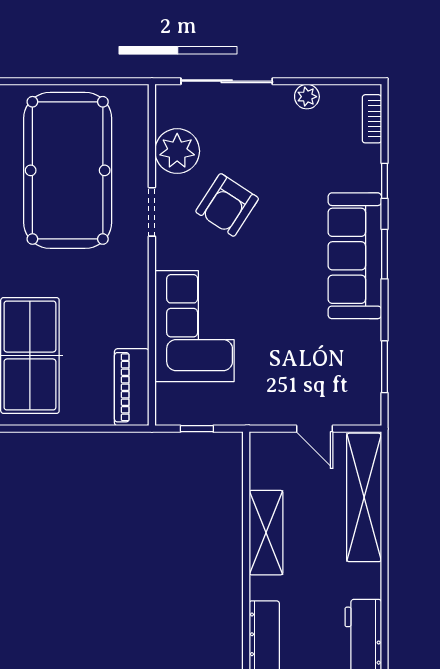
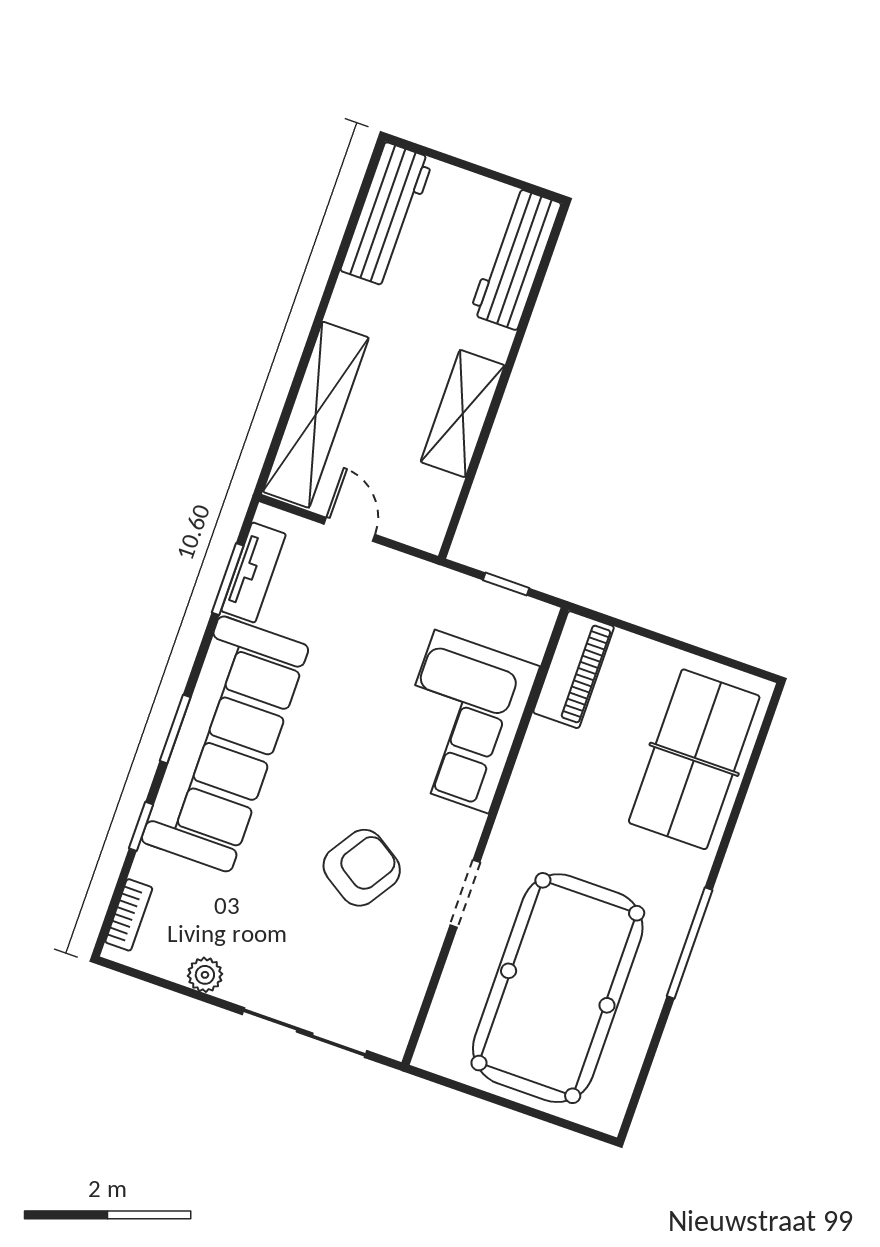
plant: (177, 151) -> (403, 963), removed
sofa: (355, 256) -> (225, 744), width x1.36, depth x1.27
tv unit: (369, 377) -> (253, 573), added

